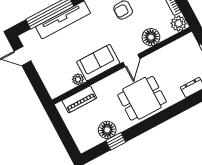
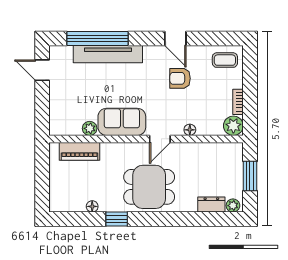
floor lamp: (151, 37) -> (190, 130), width x0.53, depth x0.53
floor lamp: (107, 130) -> (92, 206), width x0.53, depth x0.53
window: (116, 141) -> (117, 219), moved

